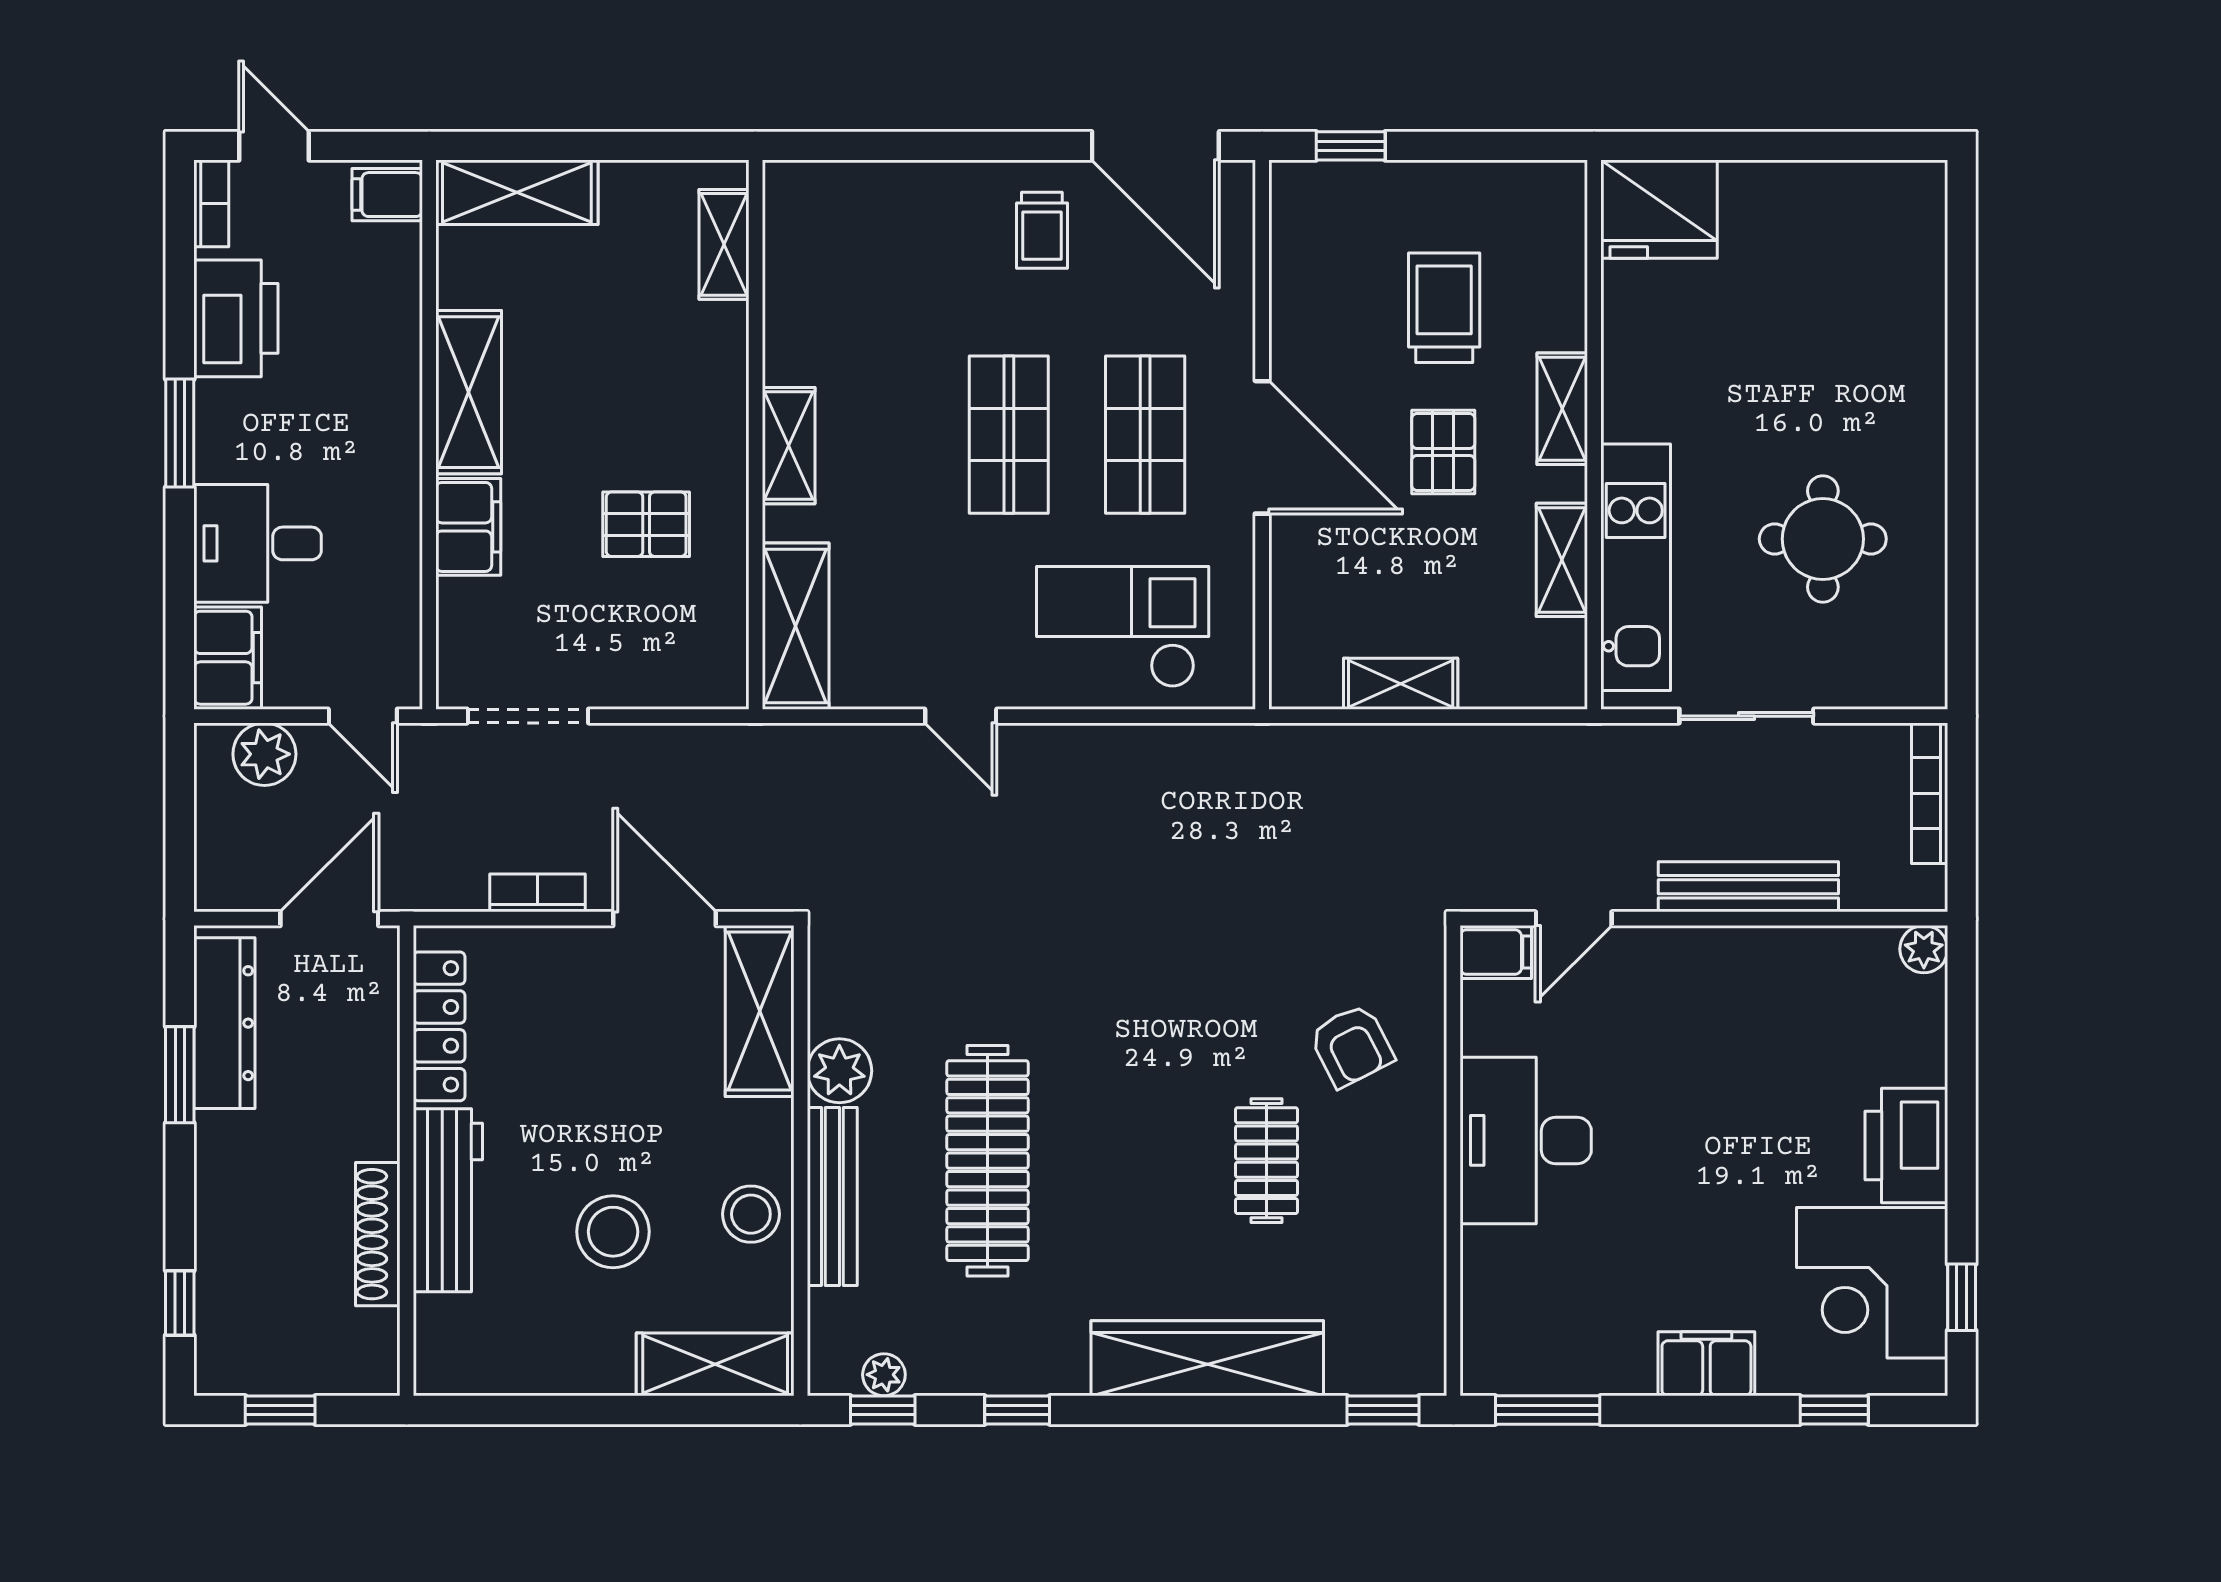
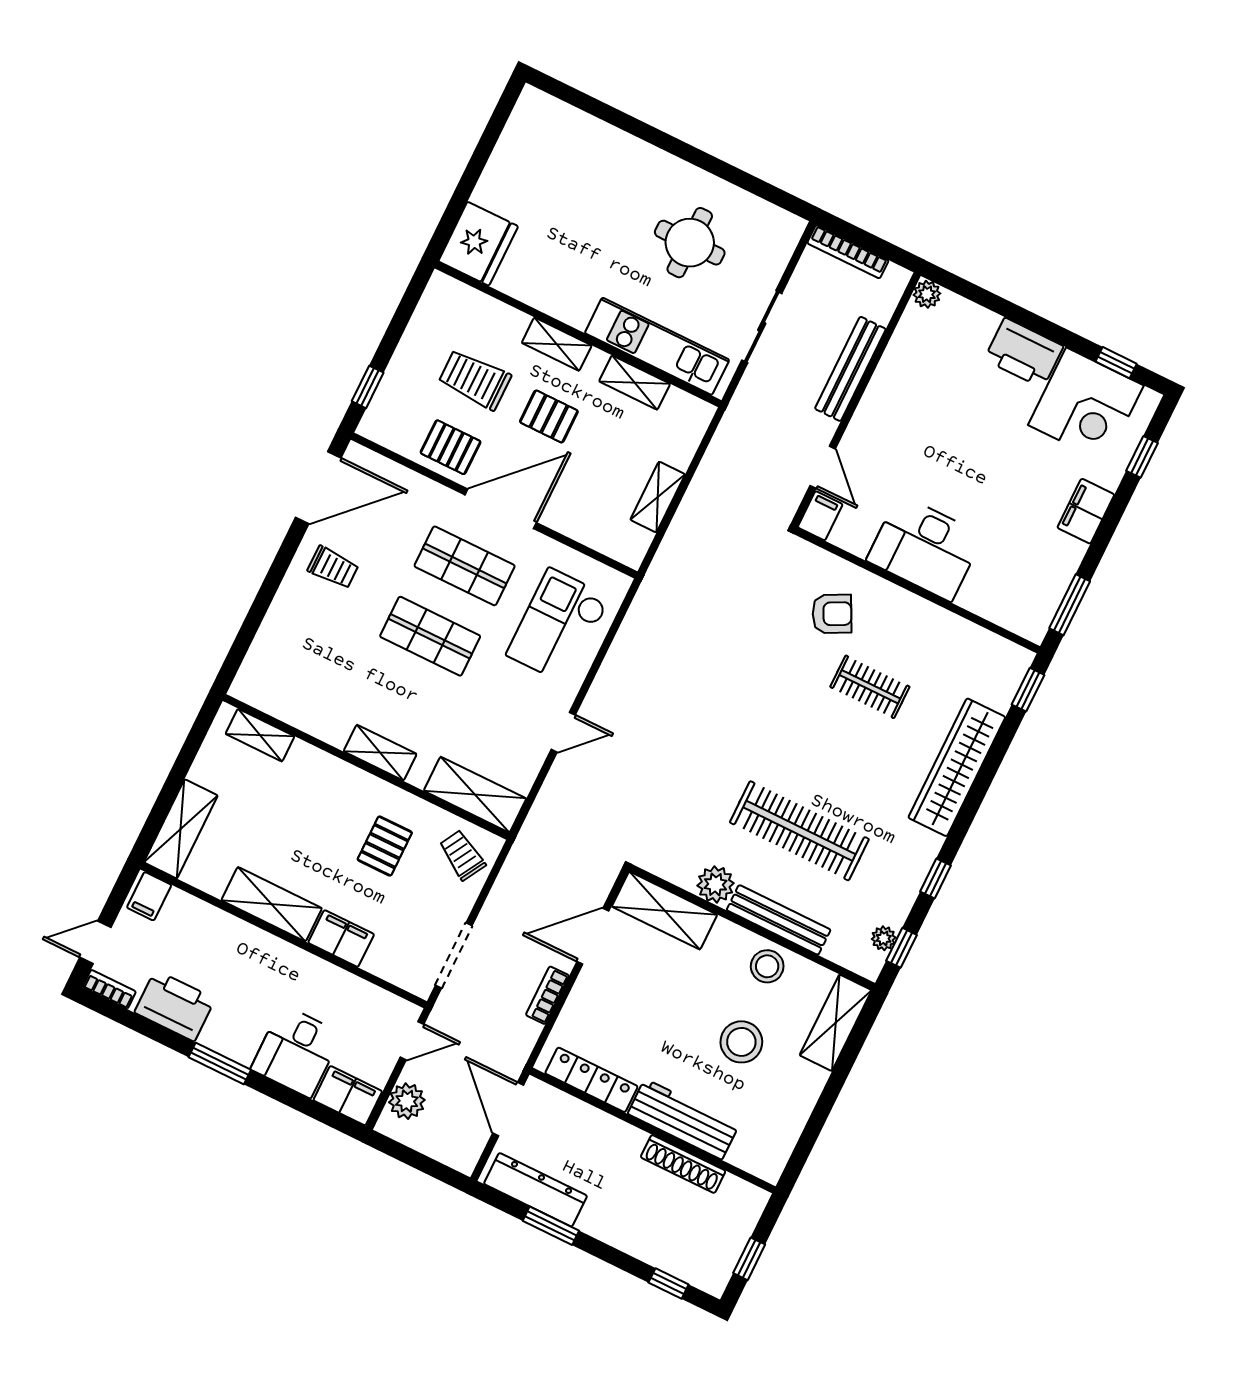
pallet: (1320, 322) -> (451, 447), added
trolley: (691, 652) -> (462, 855), added

